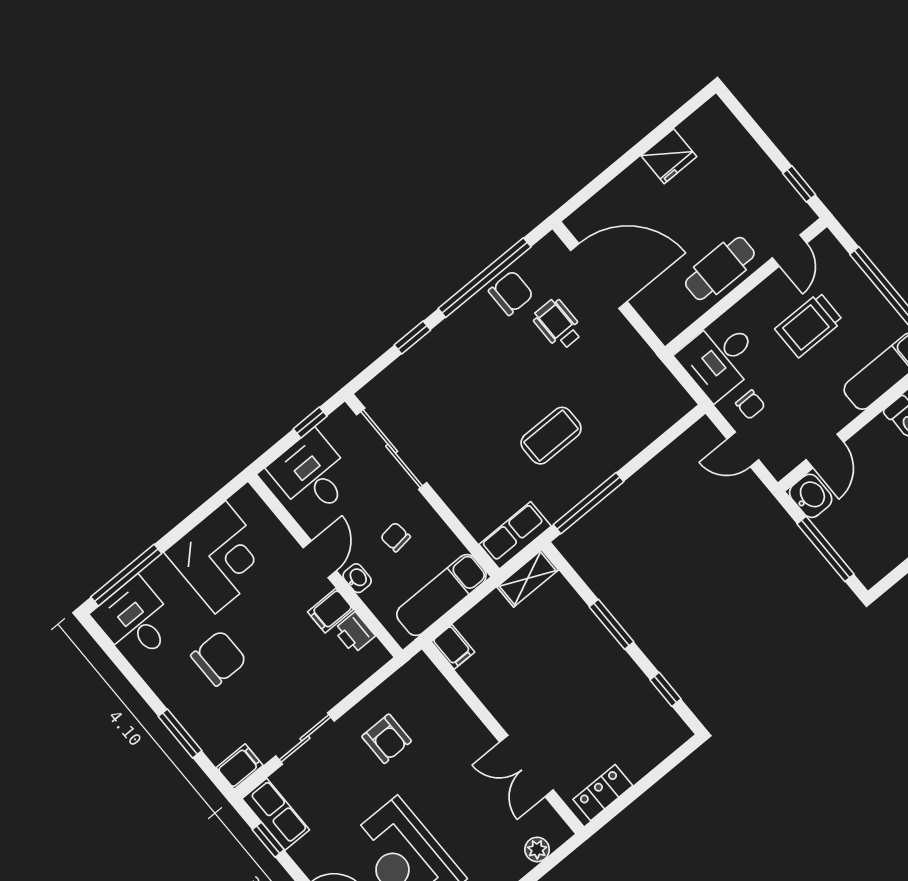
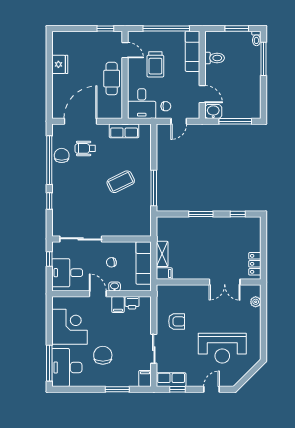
coffee table: (551, 436) -> (121, 182), turned 64
row of seats: (515, 535) -> (124, 131), moved, turned -90
shelving: (528, 578) -> (162, 254), moved
desk: (135, 620) -> (67, 367), width x1.37

